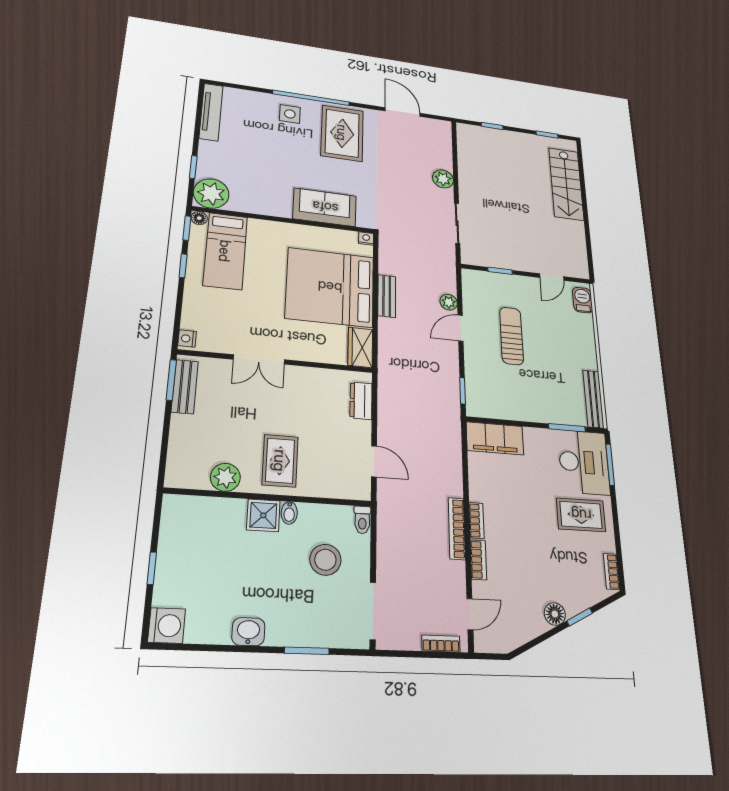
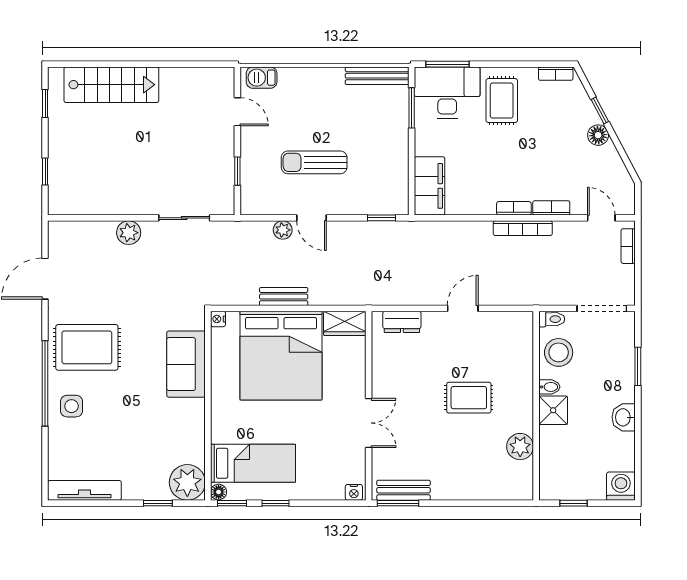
plant: (225, 477) -> (520, 447), moved
wall: (269, 497) -> (536, 406), moved
bidet: (289, 513) -> (549, 387), moved
shower: (263, 515) -> (553, 410), moved
toilet: (362, 520) -> (552, 319), moved

